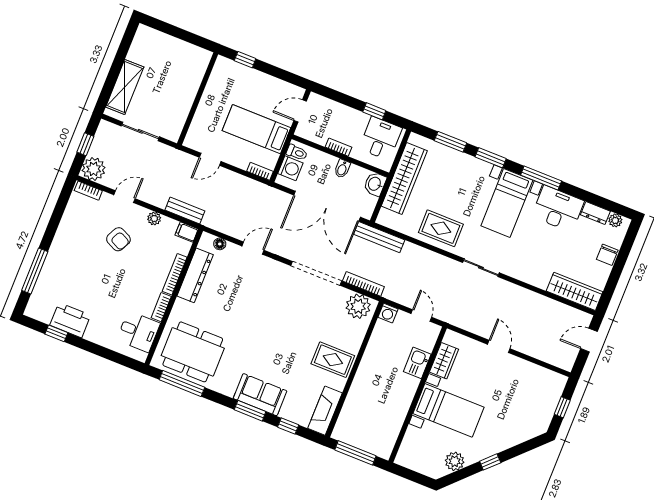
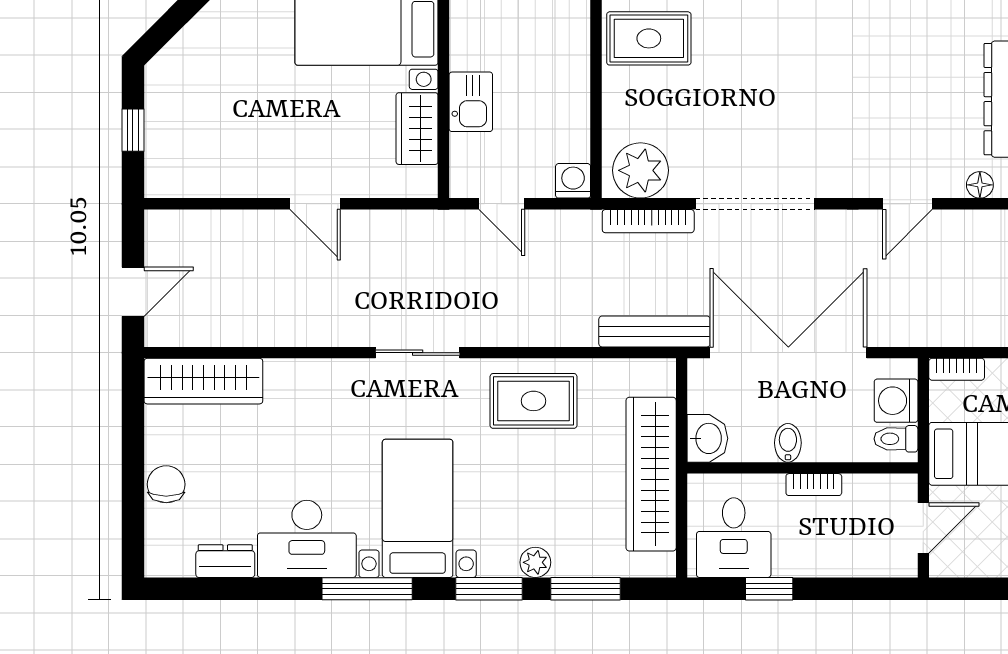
plant: (615, 220) -> (535, 562), moved

